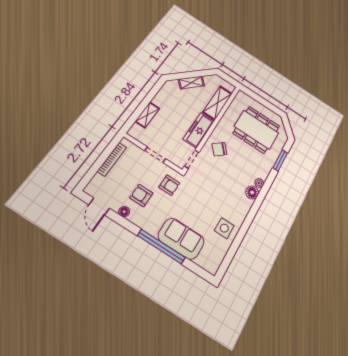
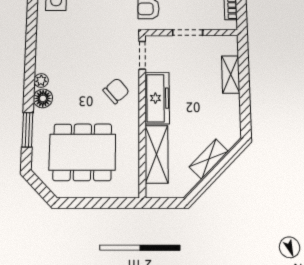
floor lamp: (252, 192) -> (43, 98), moved

